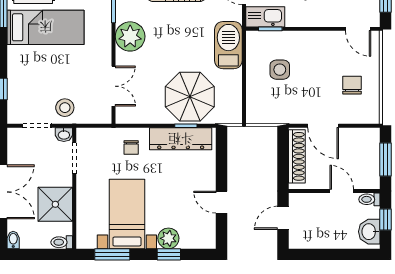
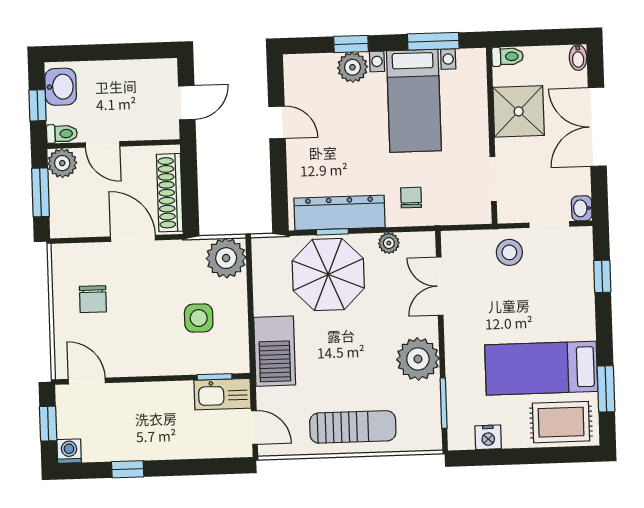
plant: (260, 110) -> (226, 258), added
plant: (147, 117) -> (389, 243), added
washbasin: (64, 135) -> (582, 208), moved, turned -90
plant: (370, 179) -> (62, 163), added

